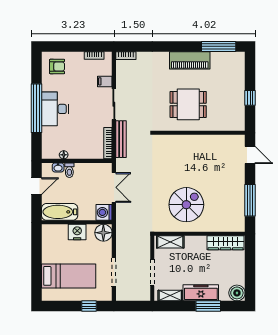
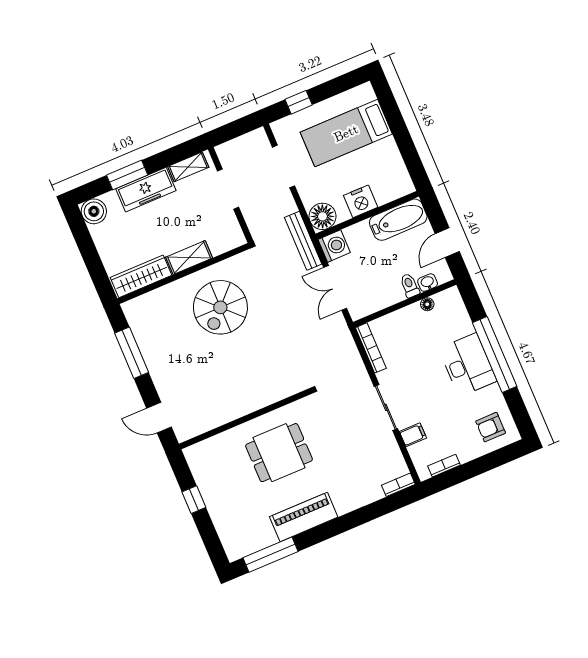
bench: (121, 139) -> (303, 241), moved
shelving: (170, 242) -> (189, 258), moved

